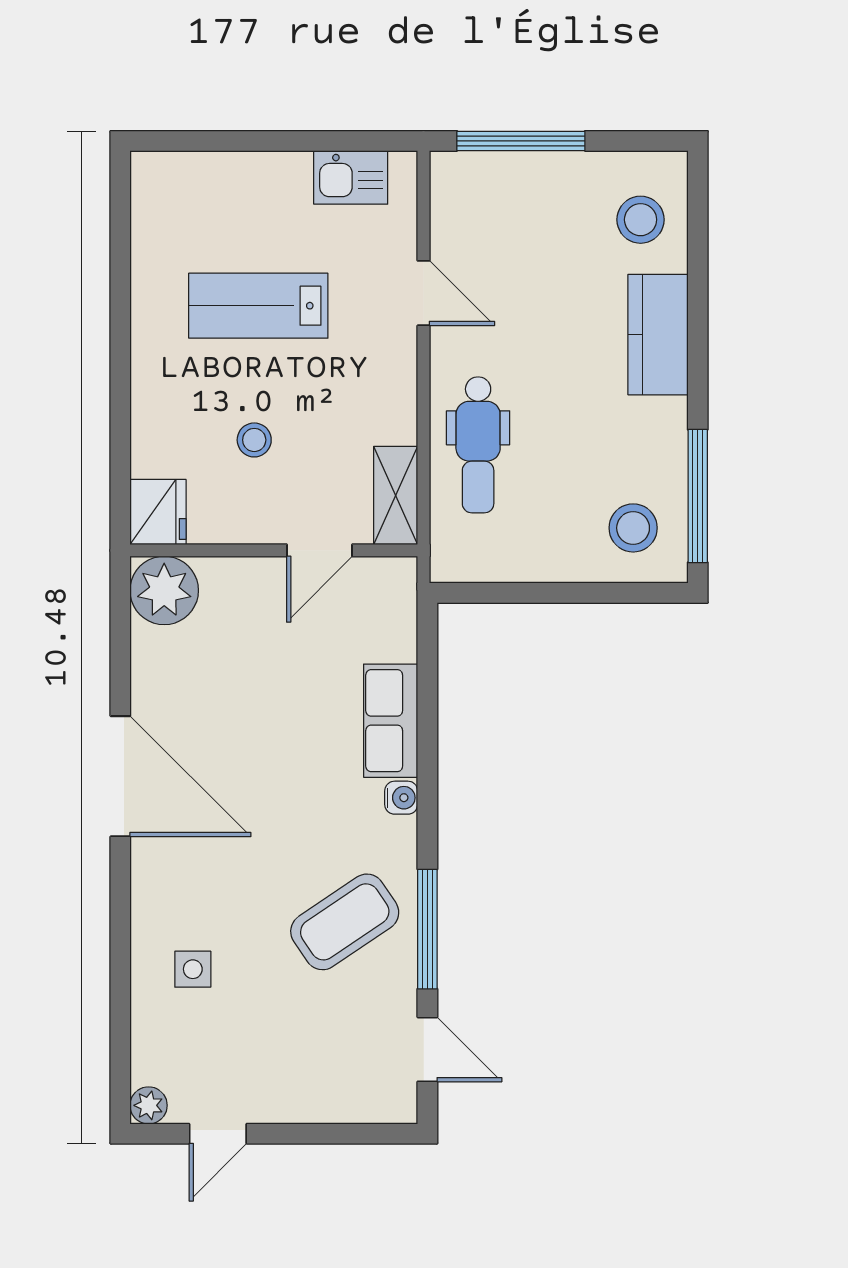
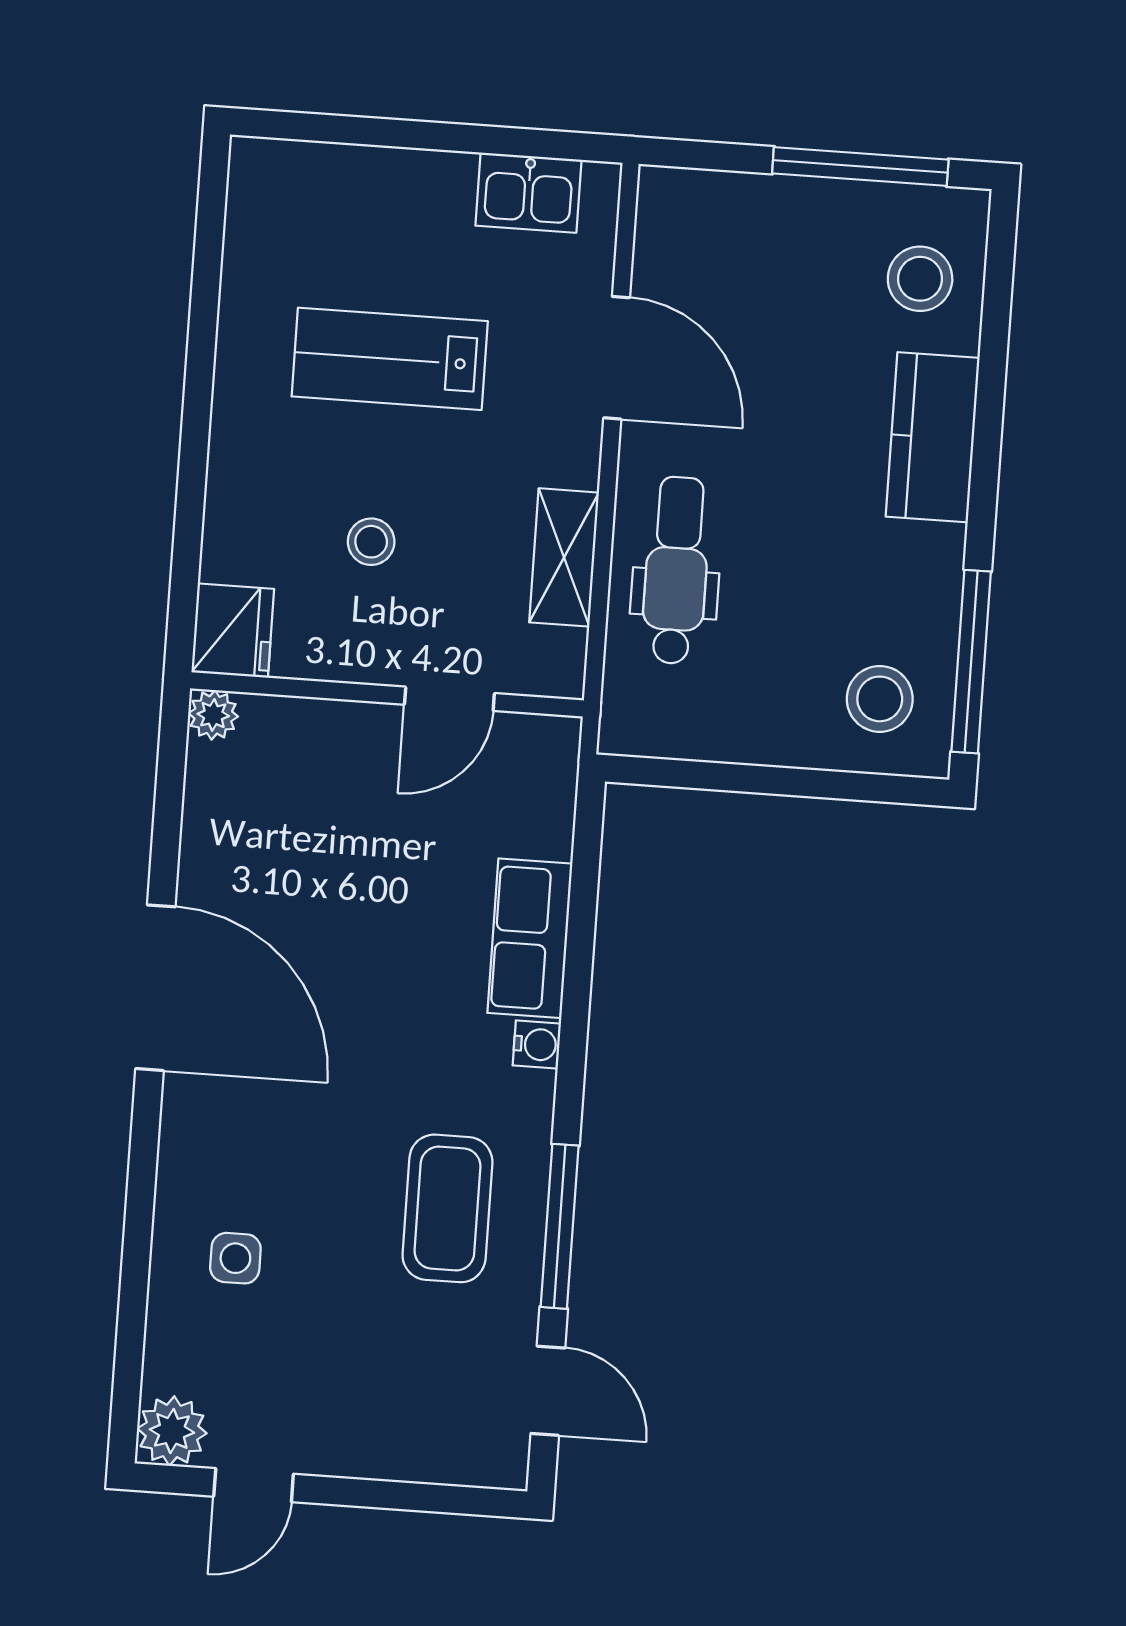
window: (521, 141) -> (860, 166), moved
door: (424, 293) -> (617, 358), width x1.38
dental chair: (478, 445) -> (676, 570), turned 180
shelving: (396, 496) -> (564, 557), moved
plant: (164, 590) -> (213, 715), width x0.53, depth x0.53
coffee table: (345, 922) -> (447, 1208), turned -56
plant: (149, 1105) -> (172, 1431), width x1.38, depth x1.38

